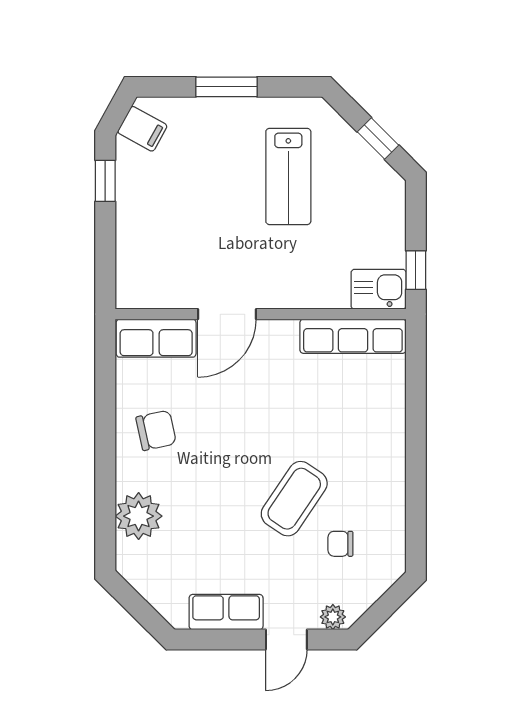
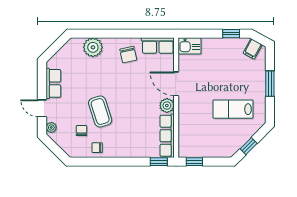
kitchen sink: (379, 289) -> (190, 46), moved, turned 90
plant: (280, 337) -> (167, 106), added
row of seats: (156, 338) -> (158, 45), moved, turned -90
window: (416, 356) -> (159, 162), added
coffee table: (294, 499) -> (100, 112), turned 38
chair: (382, 506) -> (97, 148), added

